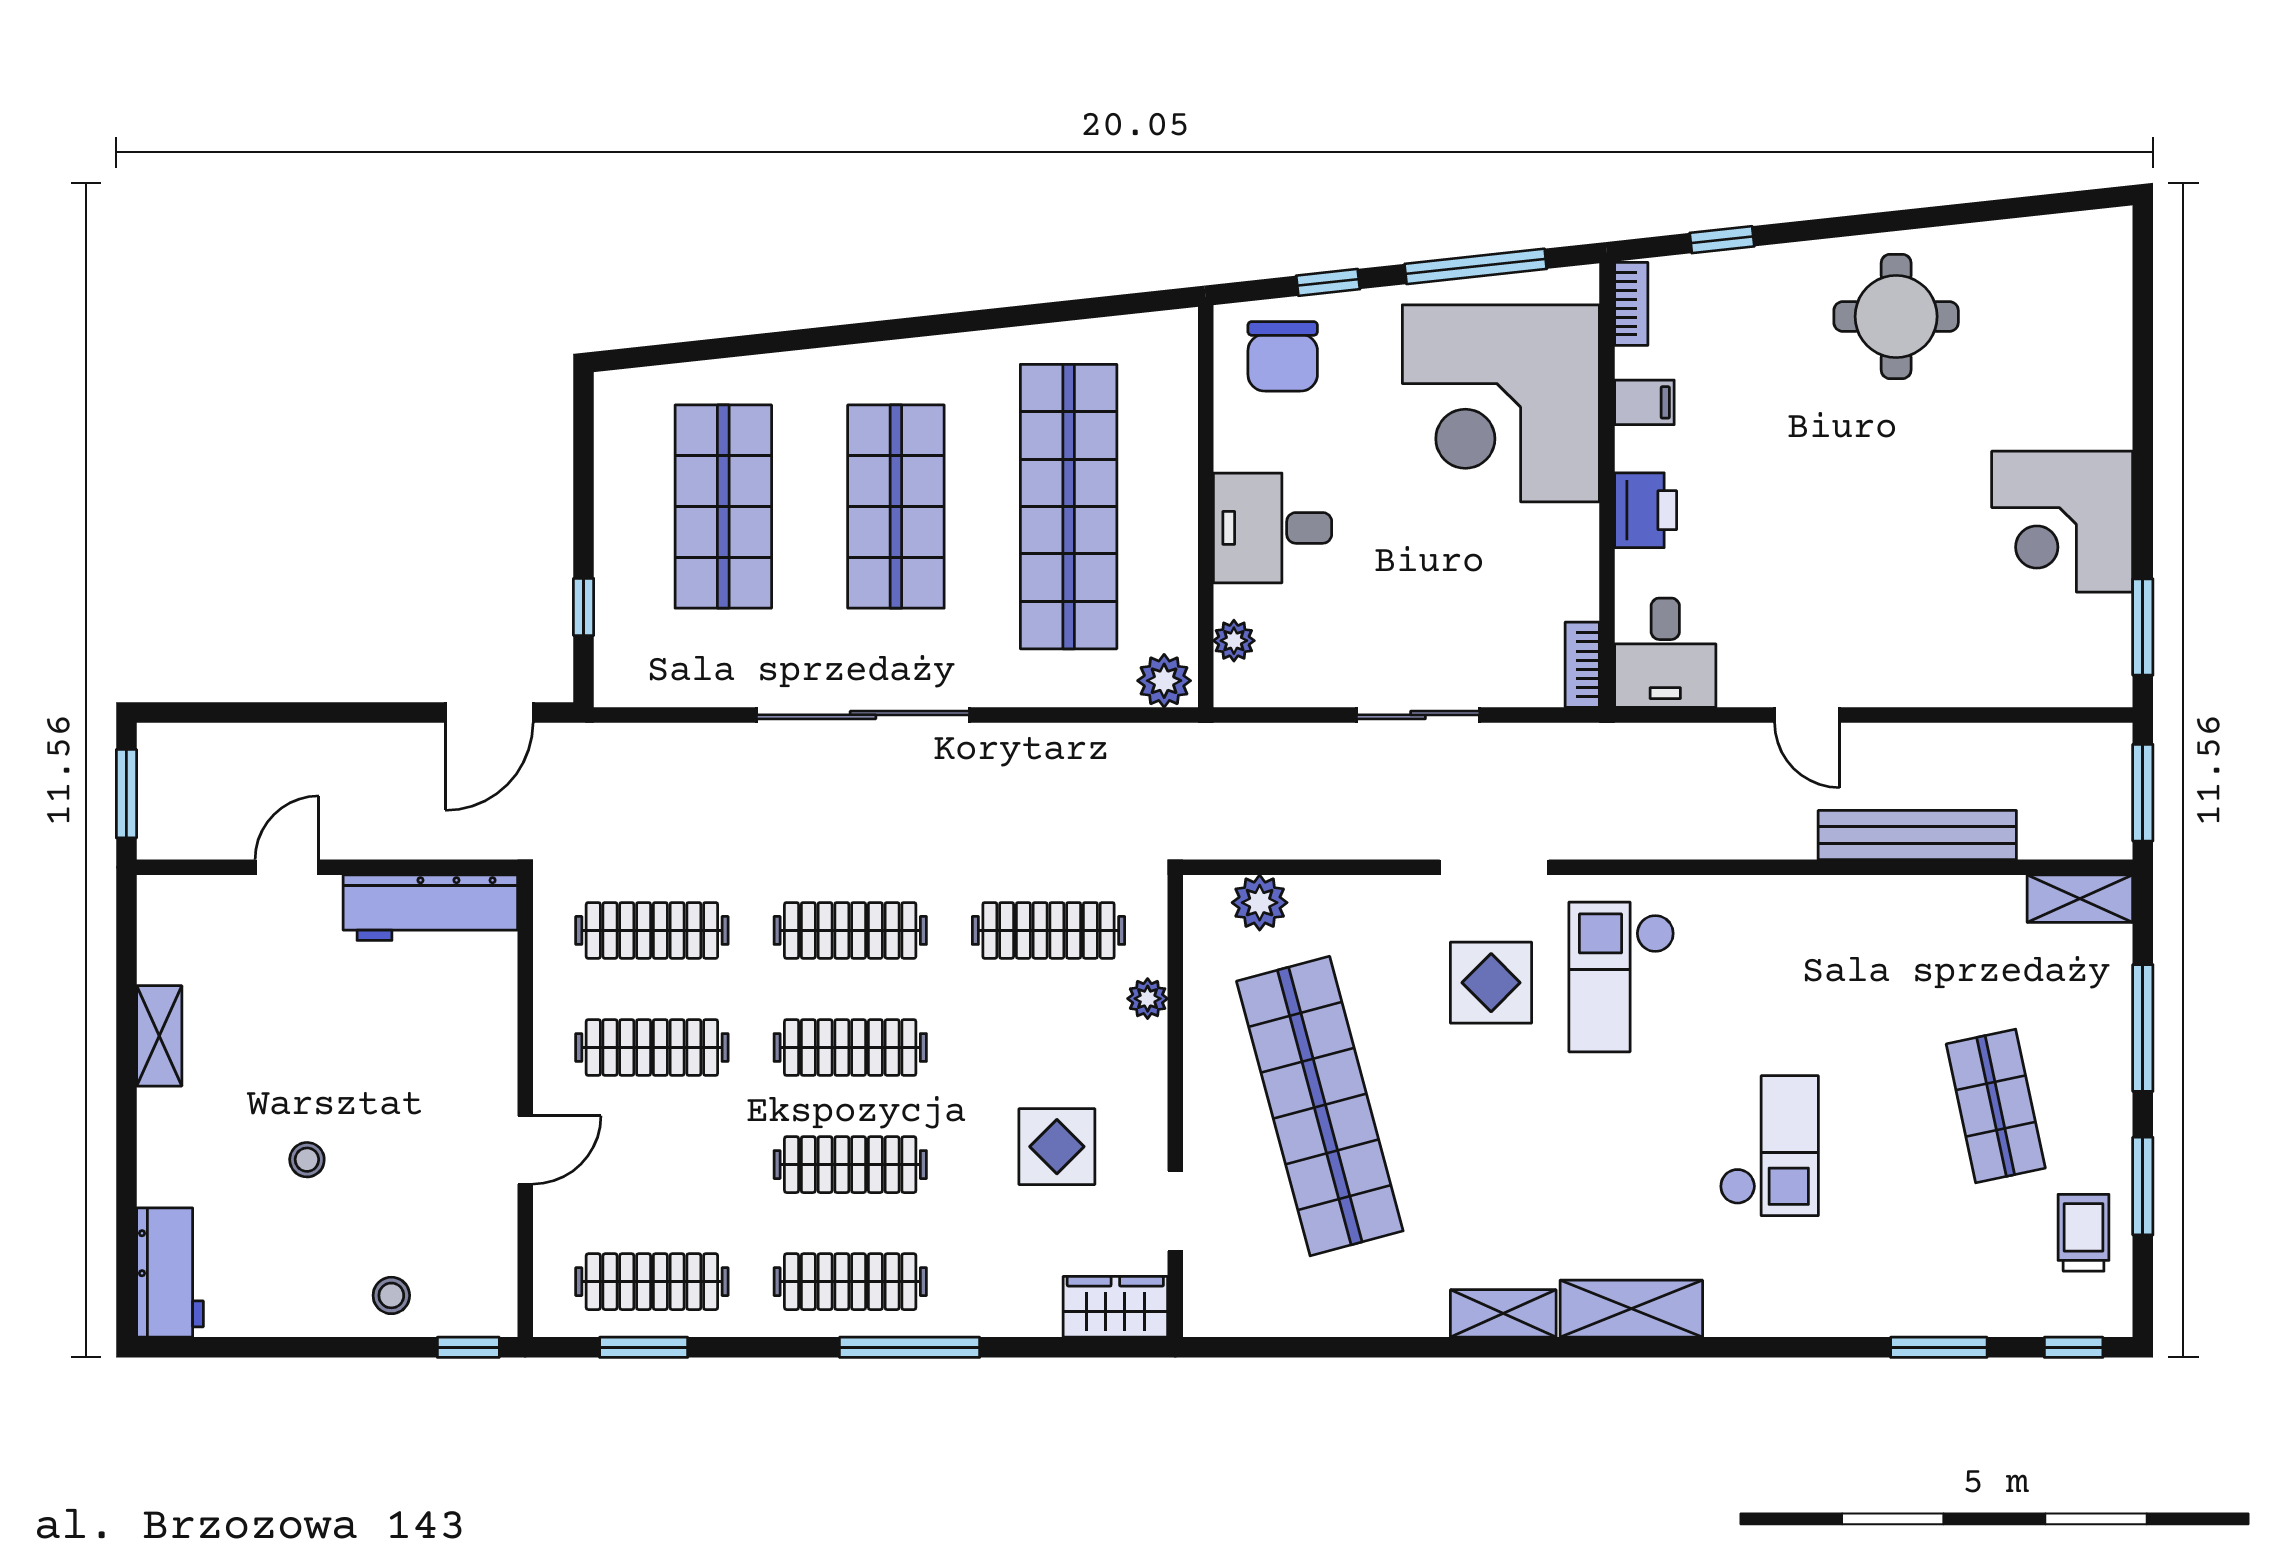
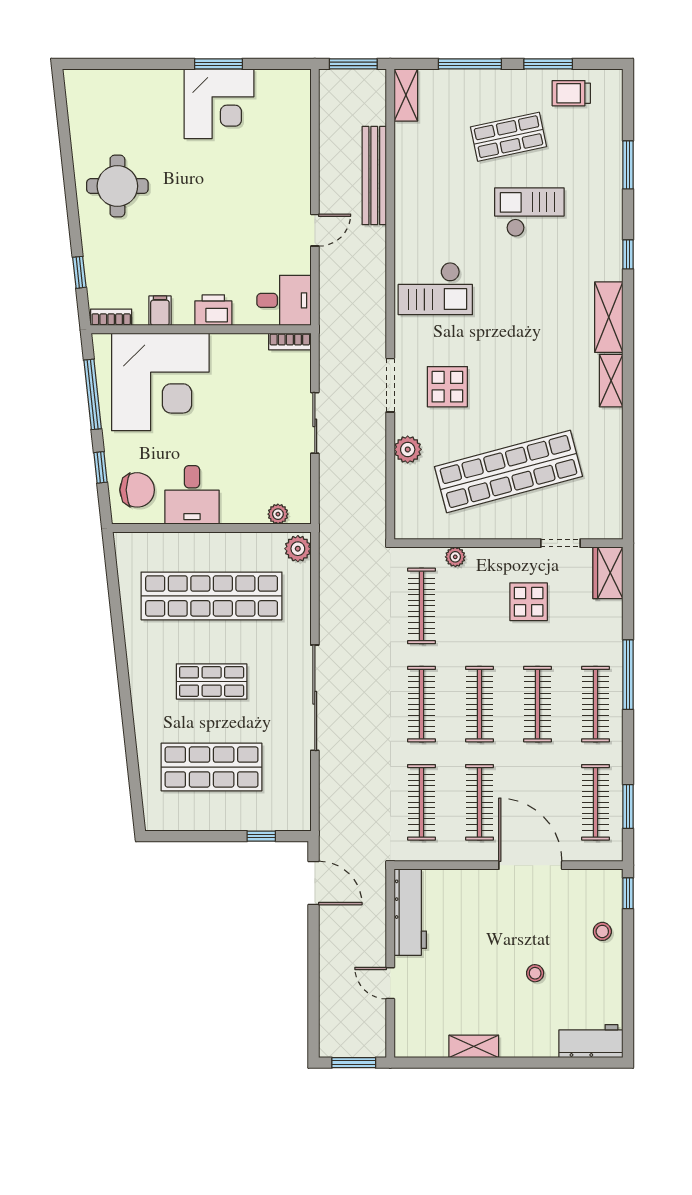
shop shelf: (896, 507) -> (212, 681), width x0.70, depth x0.74
desk: (1273, 528) -> (192, 495), moved
window: (2143, 627) -> (218, 64), moved
plant: (1260, 903) -> (408, 449), moved
checkout: (1622, 977) -> (435, 289), moved
checkout: (1769, 1146) -> (529, 212), moved
door: (525, 1150) -> (530, 865), width x1.88
window: (2074, 1347) -> (628, 254), moved

